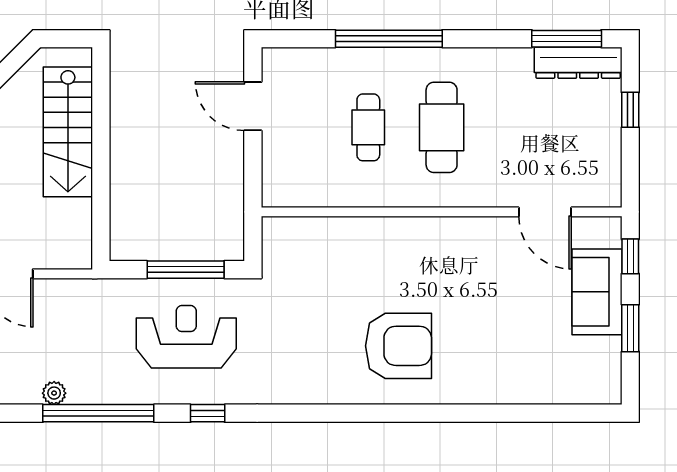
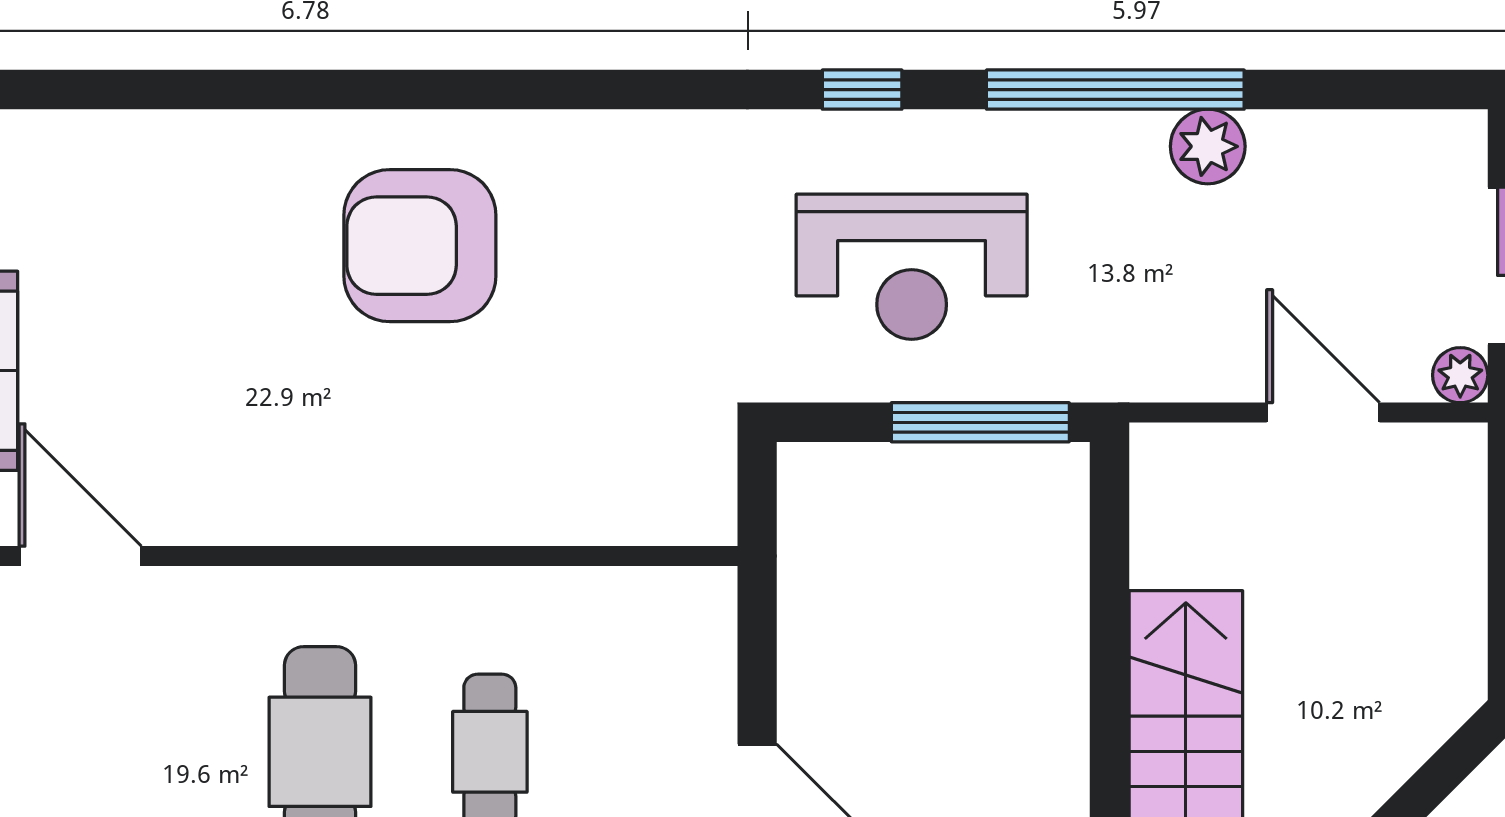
window: (186, 270) -> (980, 422), moved
plant: (54, 393) -> (1208, 146), width x1.38, depth x1.38

